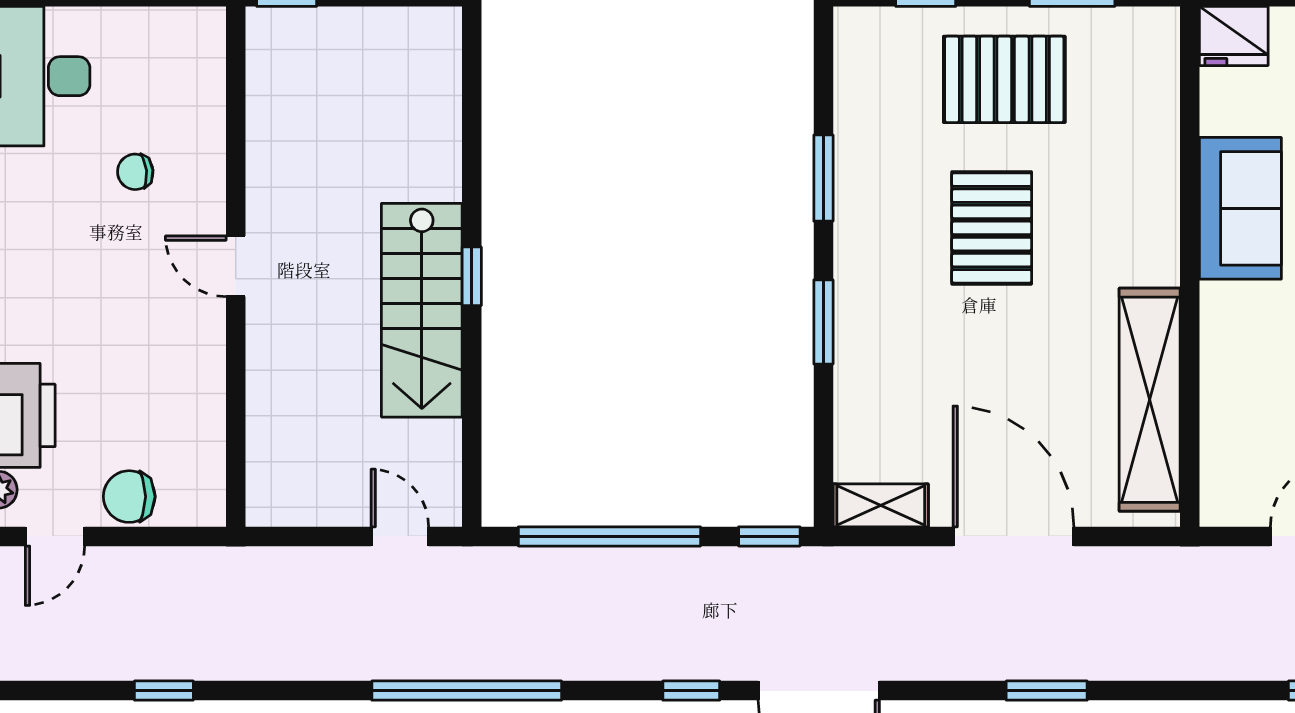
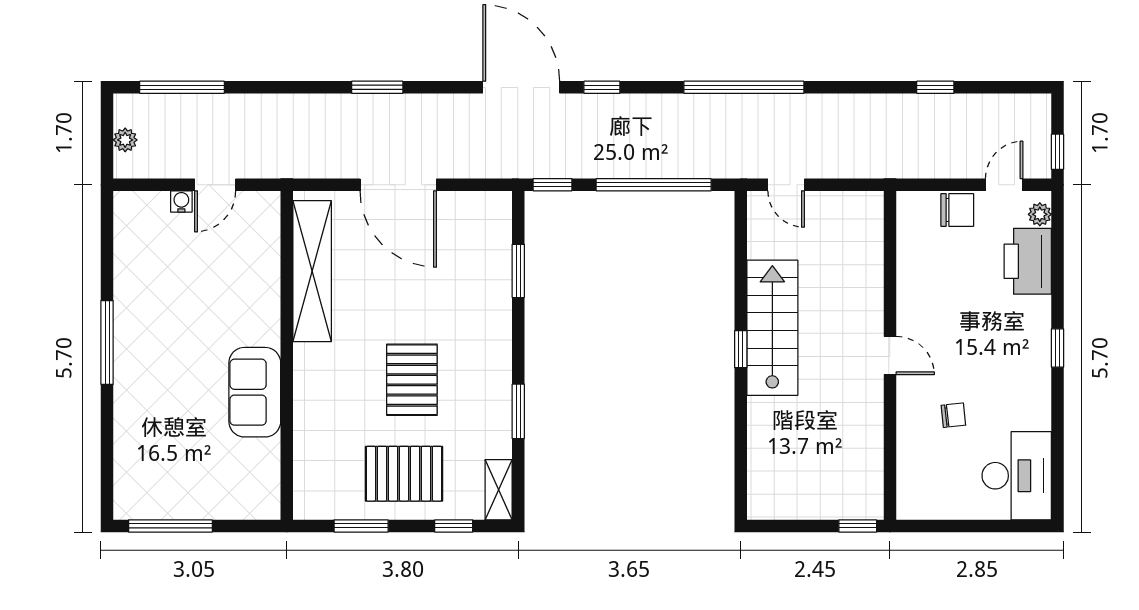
fridge: (1234, 36) -> (259, 501), removed
window: (823, 322) -> (518, 271), moved
shelving: (881, 505) -> (499, 490), moved, turned 90

